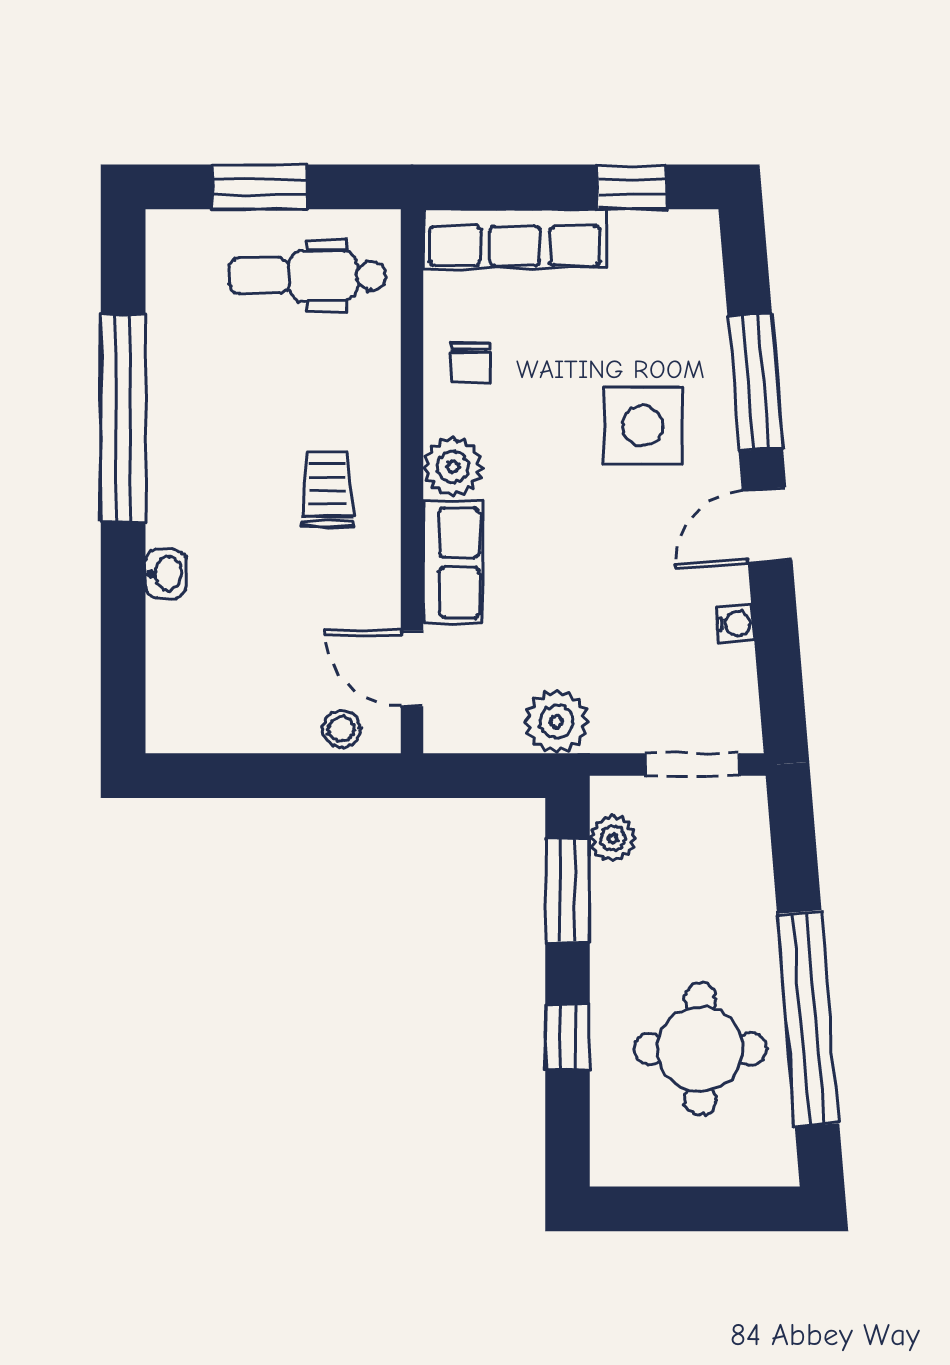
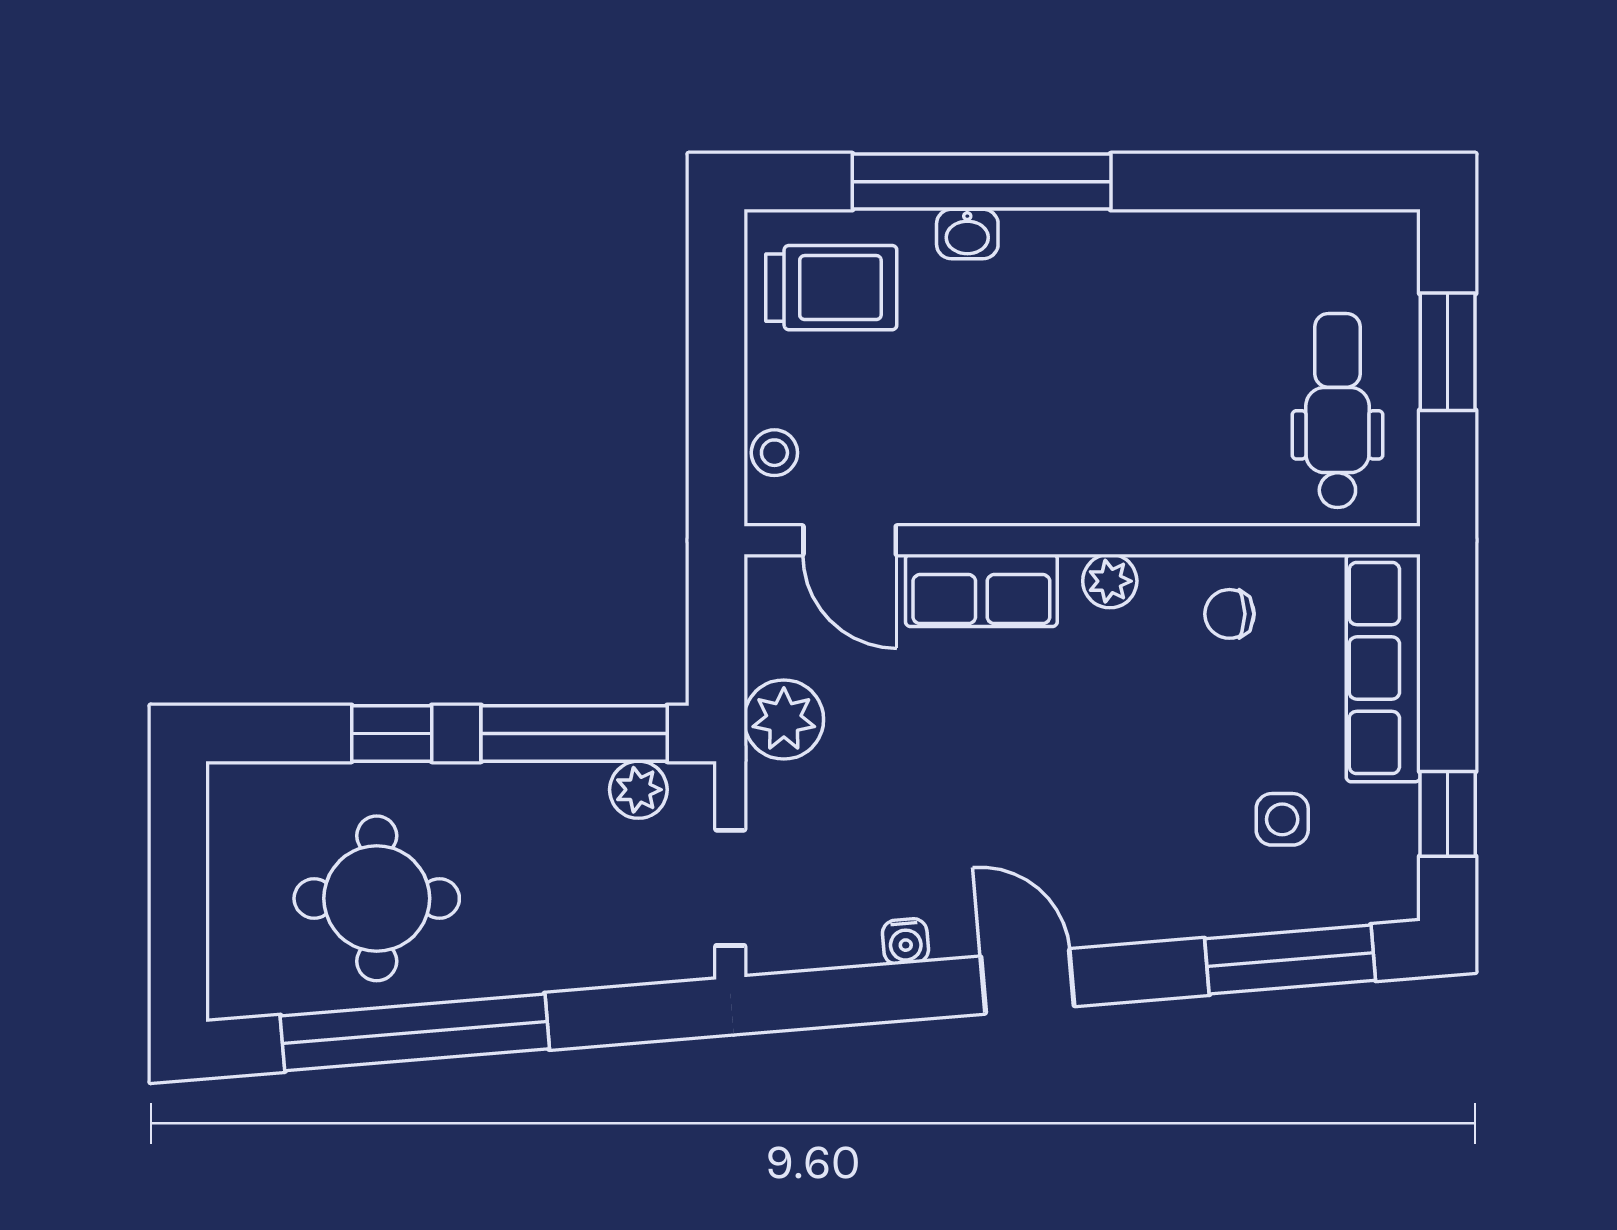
window: (755, 382) -> (1290, 959), moved
window: (123, 419) -> (982, 182), moved
side table: (643, 425) -> (1282, 819), moved, width x0.54, depth x0.54
plant: (453, 467) -> (1110, 581), width x0.73, depth x0.73
trolley: (327, 489) -> (831, 288), moved, width x1.36, depth x1.39
door: (412, 668) -> (850, 540), swing flipped
window: (568, 890) -> (574, 733), width x1.44

